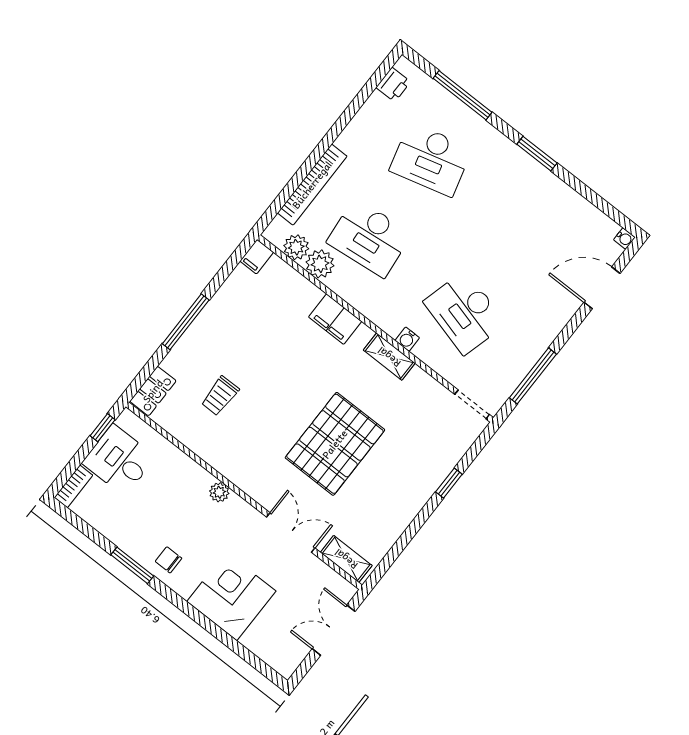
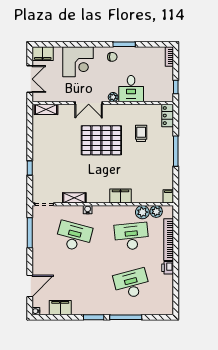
printer: (393, 85) -> (168, 268), moved
window: (463, 95) -> (126, 317), moved
filing cabinet: (580, 213) -> (60, 308), added
shelving: (389, 357) -> (74, 198), moved
pallet: (335, 444) -> (101, 140), moved, turned 90
desk: (119, 460) -> (131, 89), moved, turned 90
double door: (291, 533) -> (89, 103), moved
filing cabinet: (279, 656) -> (43, 54), added

